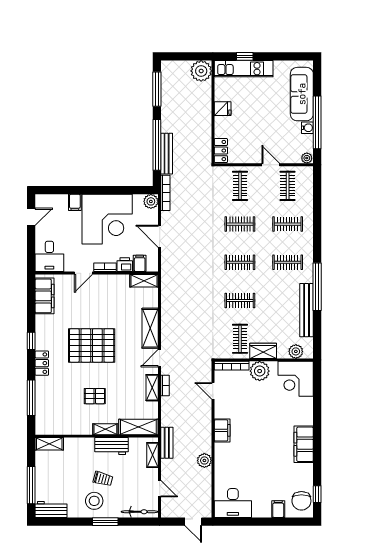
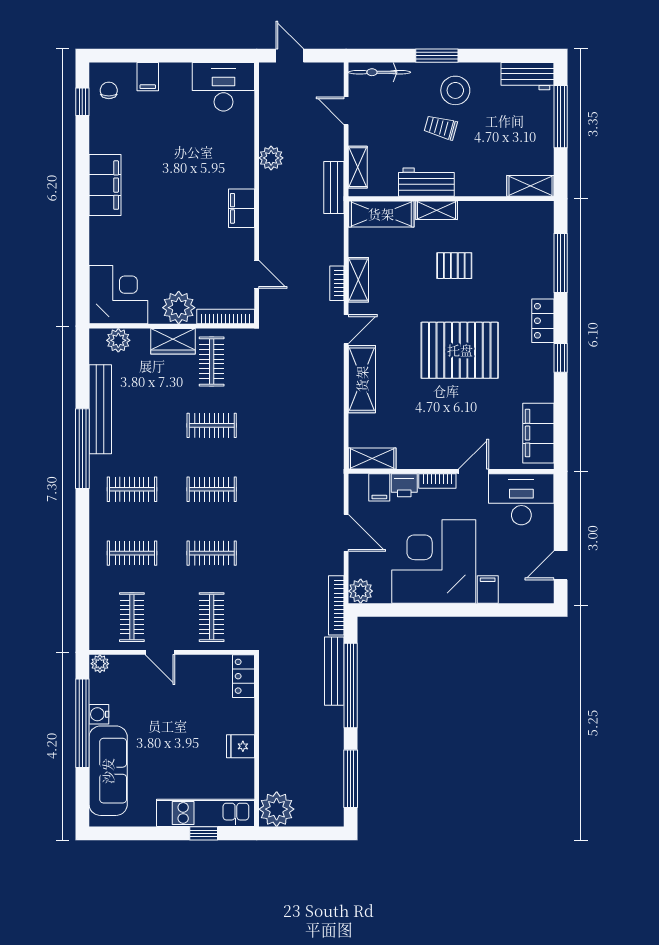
desk: (49, 256) -> (521, 499), width x1.37
chair: (301, 501) -> (109, 90), width x0.54, depth x0.54

